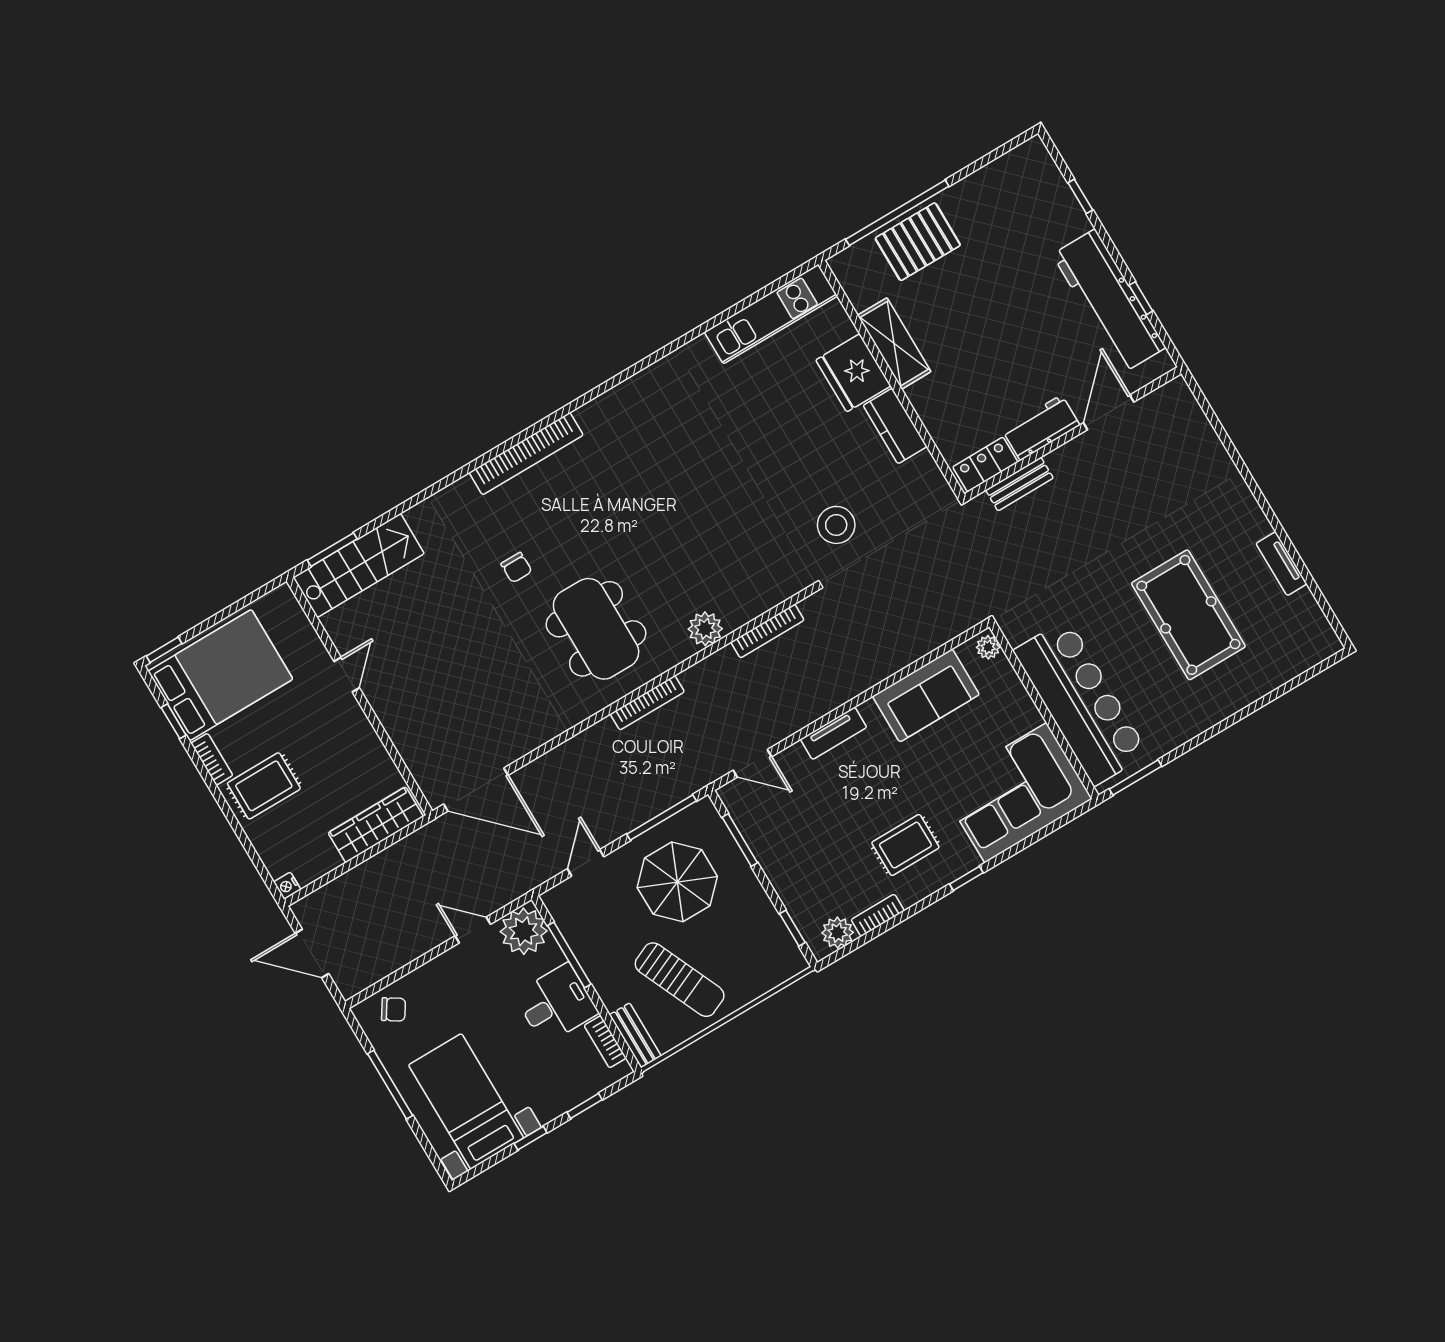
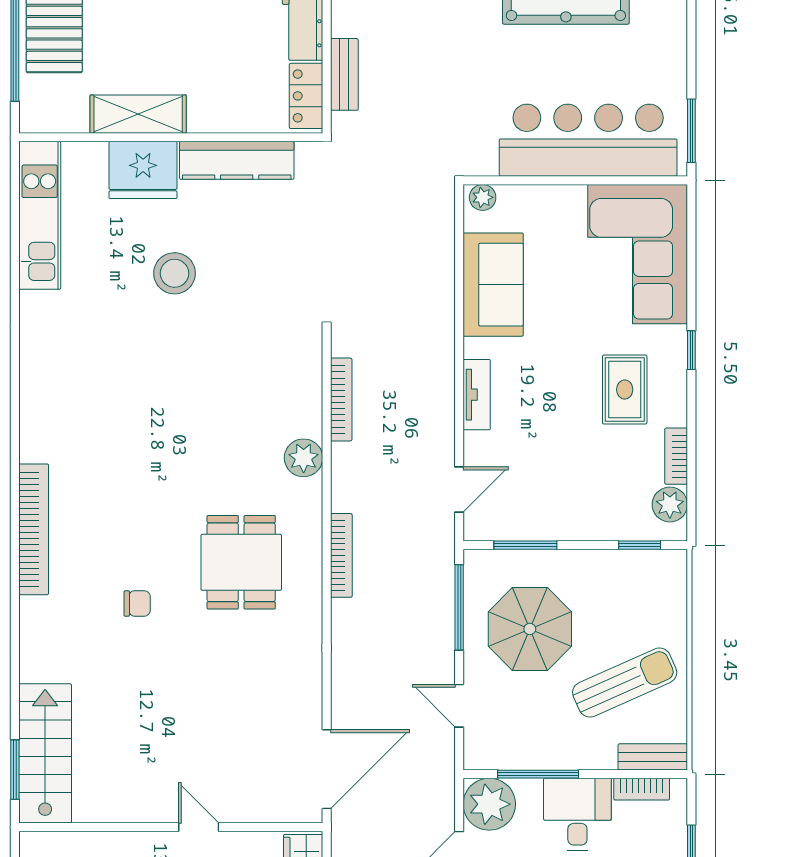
kitchen counter: (895, 426) -> (237, 160), width x1.50
stool: (836, 525) -> (174, 273), moved
dining table: (596, 629) -> (241, 562), width x0.73
door: (347, 675) -> (199, 827), moved

